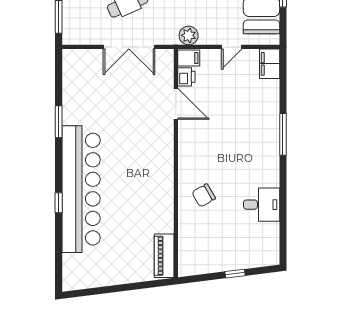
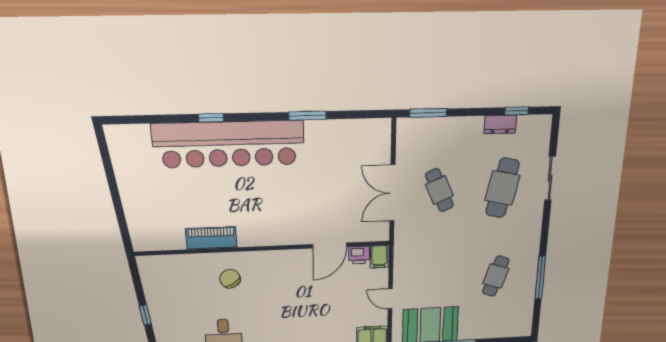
plant: (189, 35) -> (403, 255), removed
piano: (164, 256) -> (211, 238), moved

